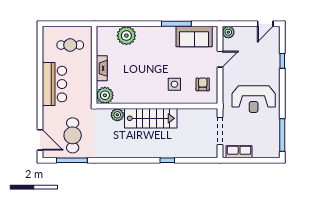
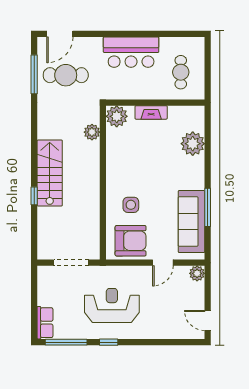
sofa: (194, 37) -> (192, 222), width x1.36
door: (220, 59) -> (163, 263), hinge flipped
window: (282, 61) -> (109, 342), moved
armchair: (203, 84) -> (131, 241), width x1.88, depth x1.88
reception desk: (254, 99) -> (112, 306), turned 90
stairs: (151, 118) -> (50, 173), moved, turned 180
row of seats: (239, 152) -> (45, 323), moved

